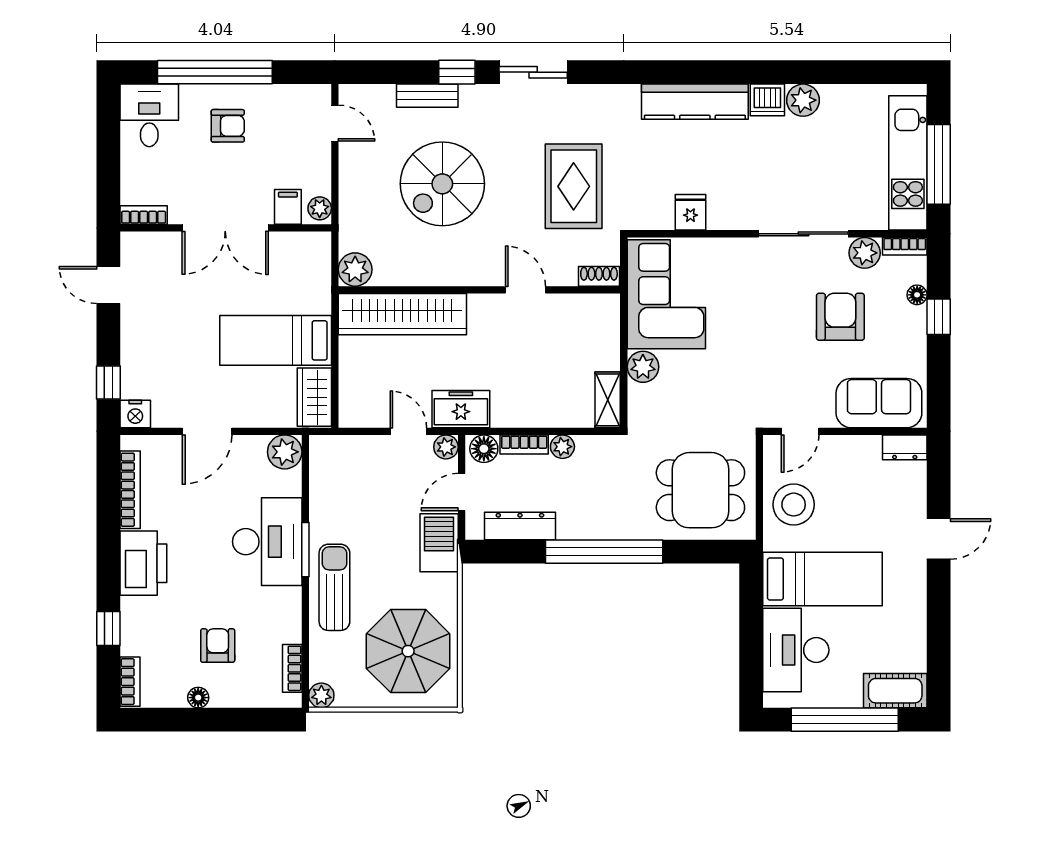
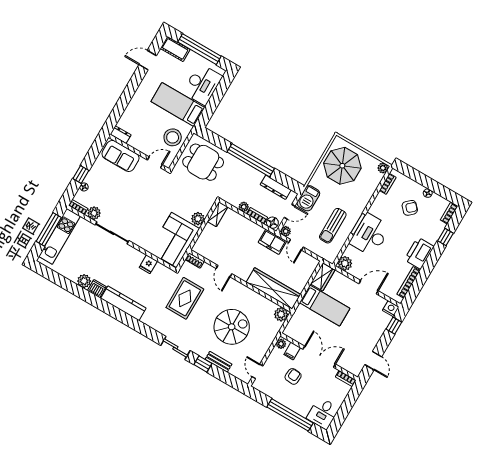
armchair: (228, 126) -> (293, 376), moved, turned 95
armchair: (840, 317) -> (116, 195), removed
door: (939, 539) -> (148, 60), moved
sun lounger: (334, 587) -> (333, 226), moved
armchair: (218, 646) -> (410, 208), turned -133

